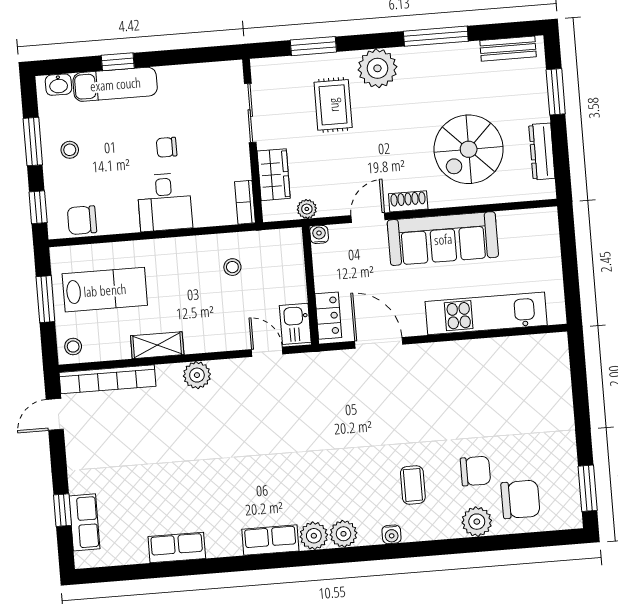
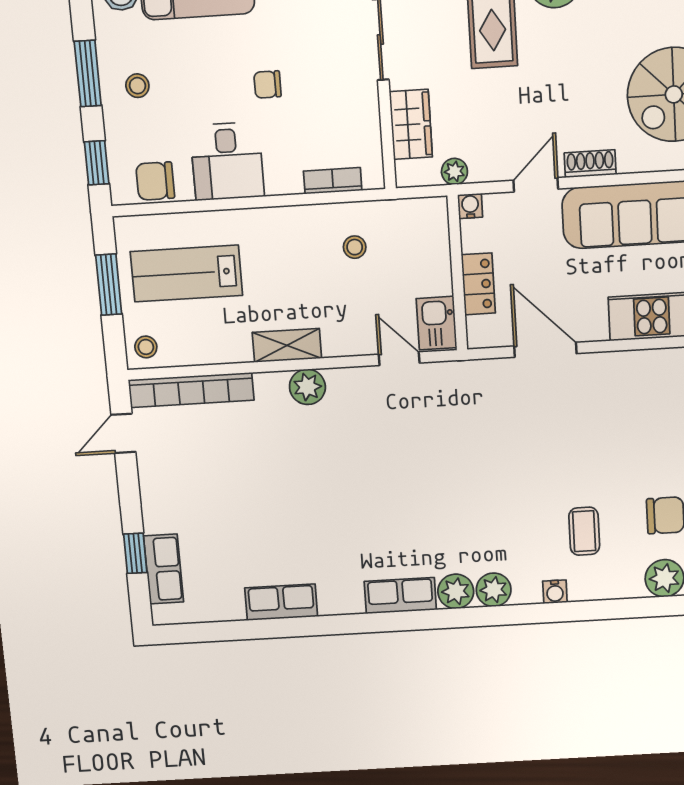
desk: (165, 202) -> (227, 161), moved
bookcase: (245, 202) -> (333, 181), moved, turned 90
lab bench: (105, 290) -> (186, 274), turned 180
locker: (328, 316) -> (478, 284), moved
shelving: (157, 345) -> (287, 345), moved

